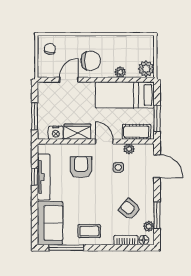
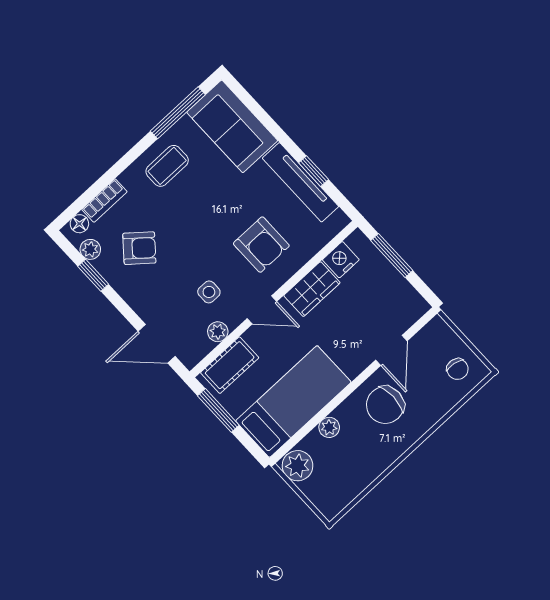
window: (157, 215) -> (93, 275), width x0.67

